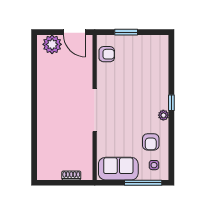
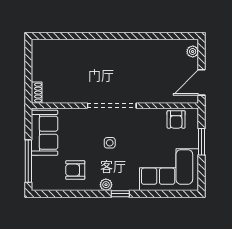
plant: (52, 44) -> (193, 52), width x0.53, depth x0.53
corner sofa: (150, 60) -> (169, 170), added
side table: (154, 165) -> (110, 143), moved
shoe rack: (71, 175) -> (37, 93), moved

